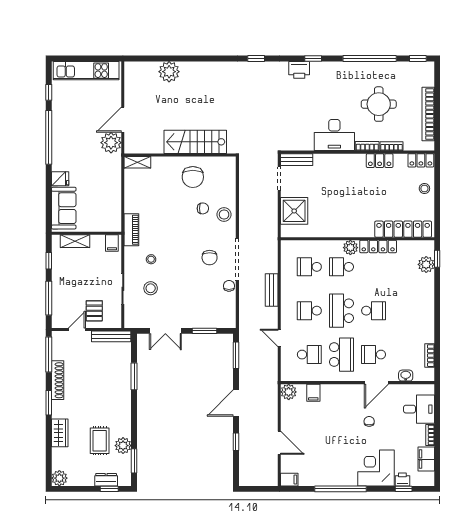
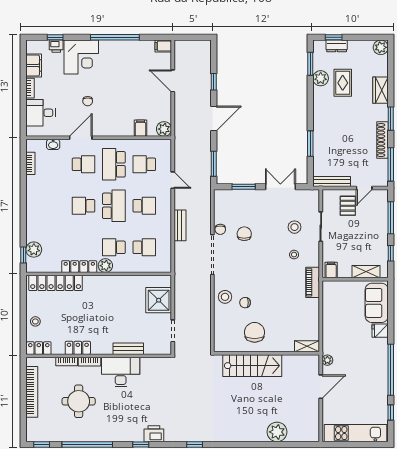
plant: (111, 143) -> (327, 360), width x0.53, depth x0.53
bench: (297, 160) -> (128, 349), moved
chair: (210, 258) -> (244, 234), moved
school desk: (341, 267) -> (114, 247), turned 180

